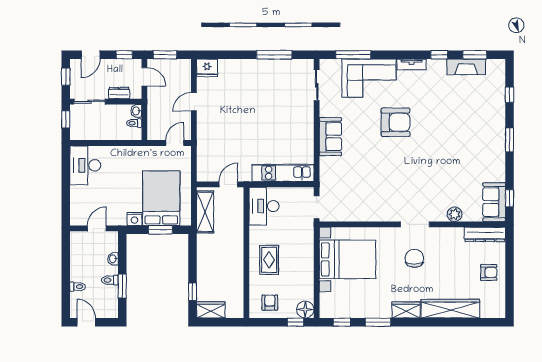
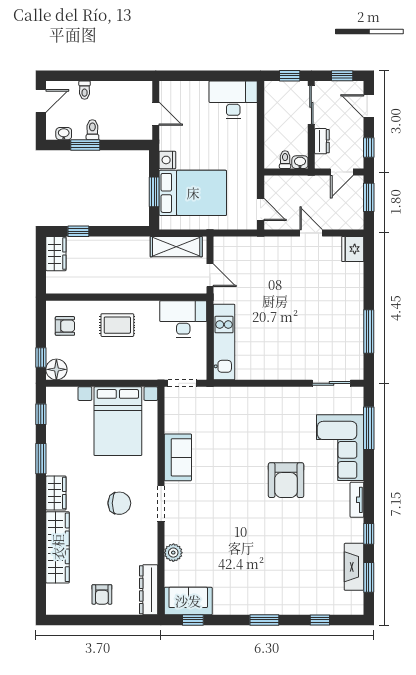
sofa: (330, 137) -> (178, 457), moved, turned -90
washbasin: (113, 259) -> (64, 134), moved

